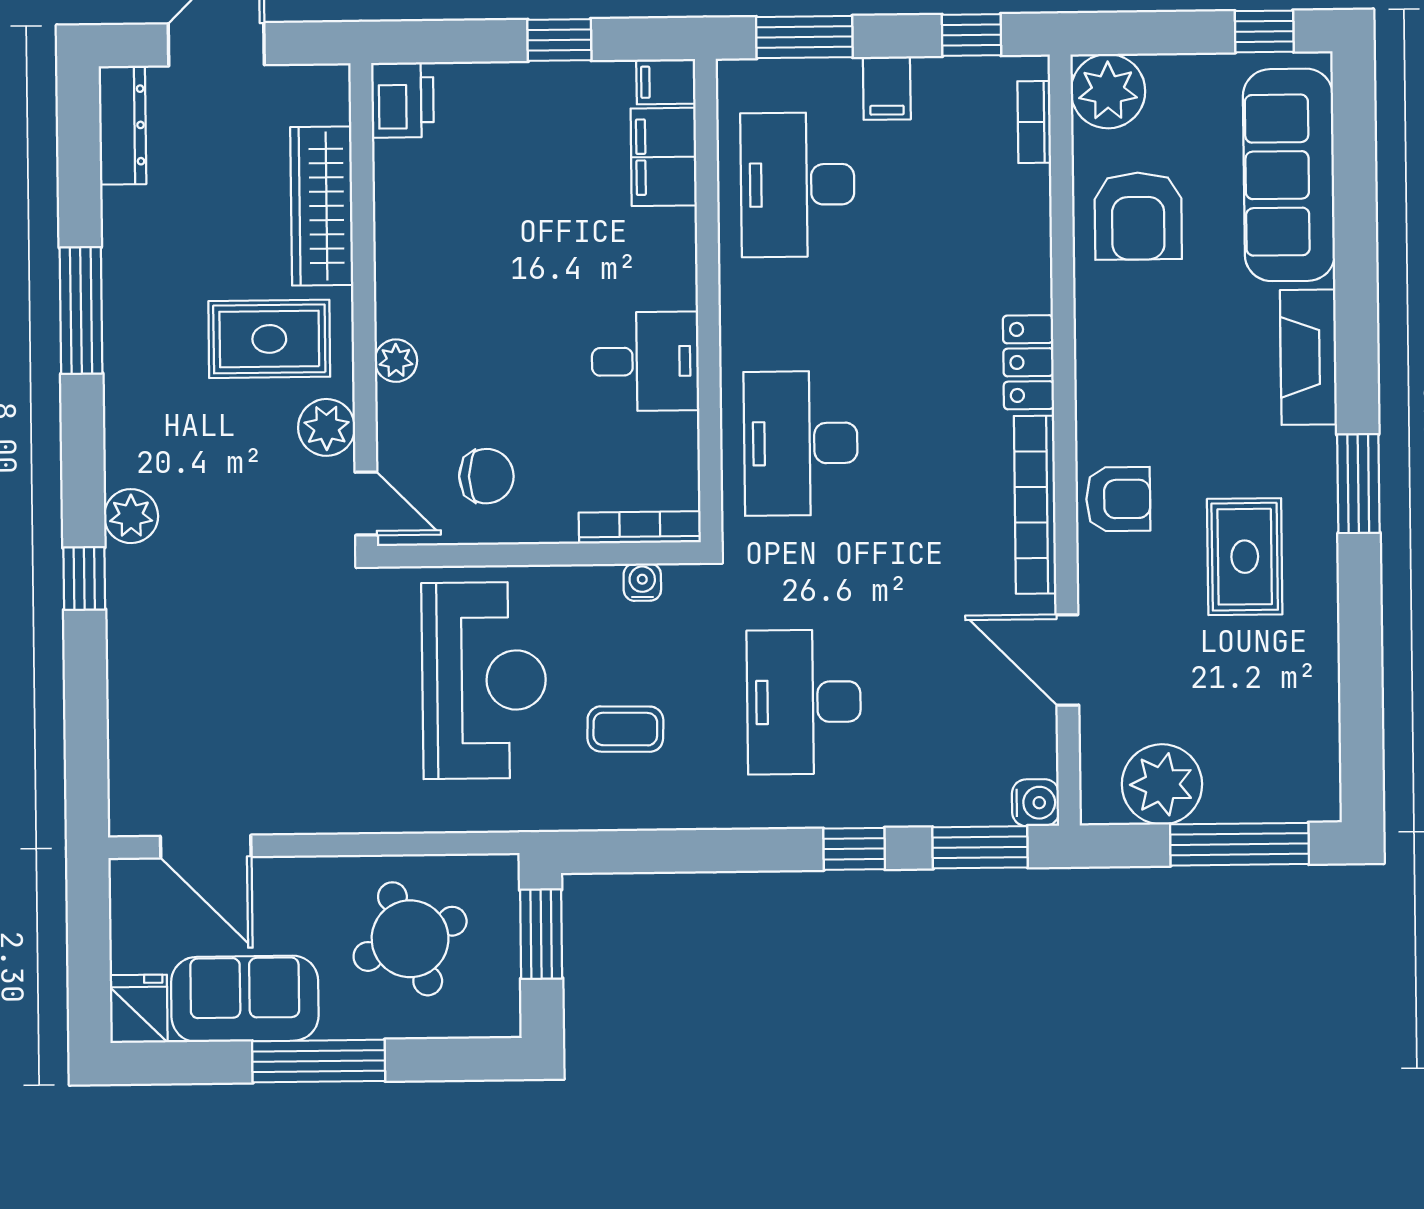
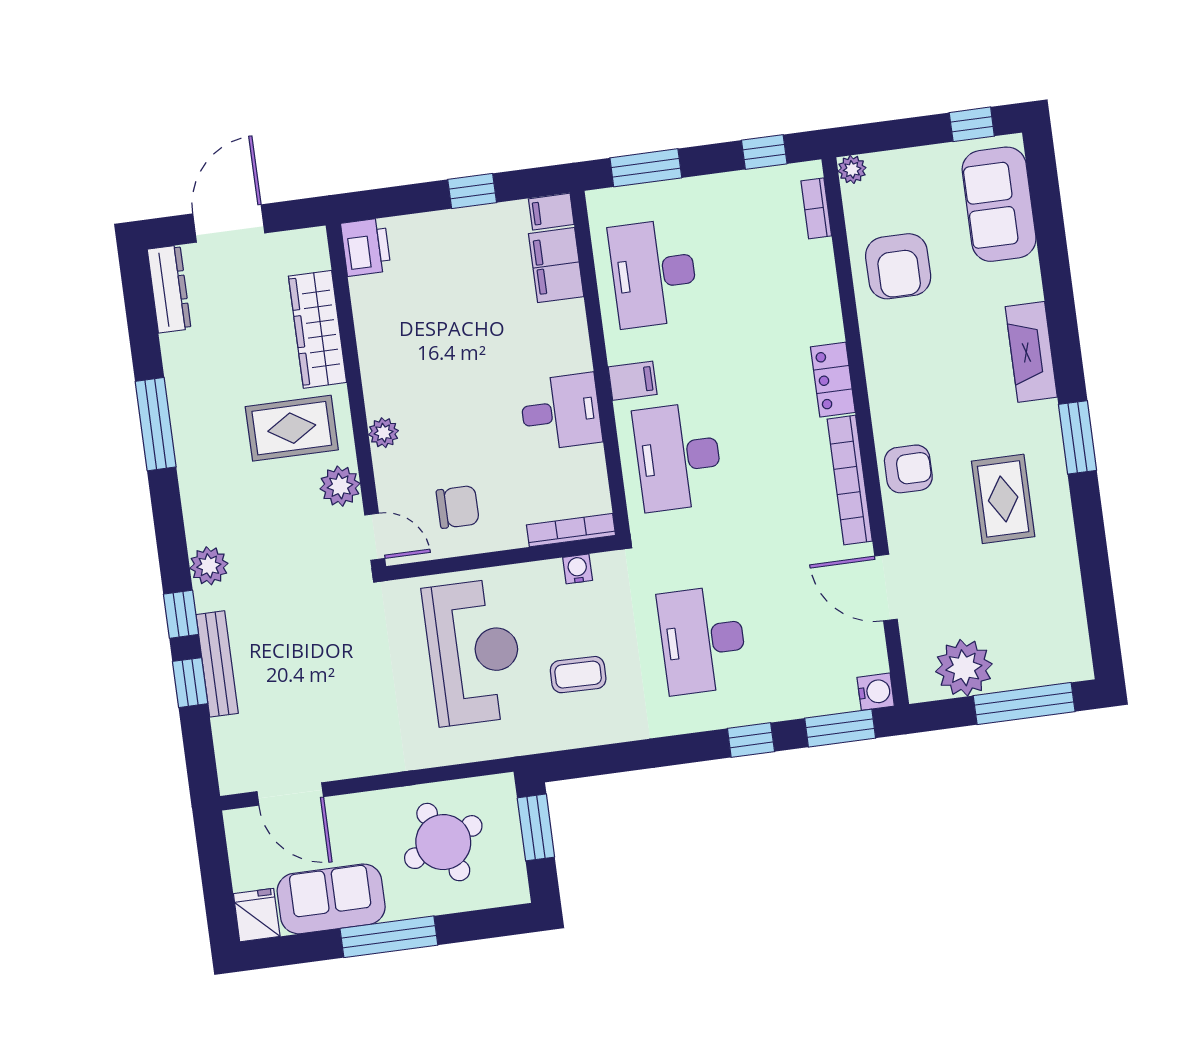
filing cabinet: (887, 88) -> (633, 381), moved, turned -90
plant: (1108, 91) -> (852, 169), width x0.53, depth x0.53
sofa: (1289, 175) -> (999, 204), width x0.73
bench: (126, 654) -> (217, 664), added
window: (85, 675) -> (190, 683), added

